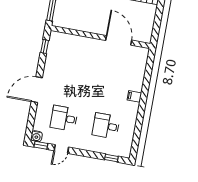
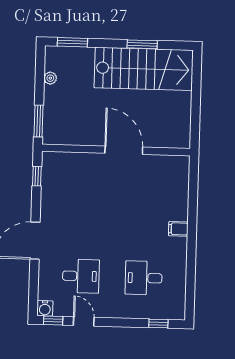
door: (119, 40) -> (124, 150), moved
desk: (64, 118) -> (81, 276), turned 180
door: (61, 149) -> (84, 321), swing flipped

